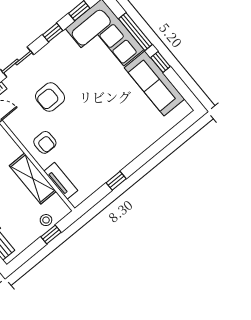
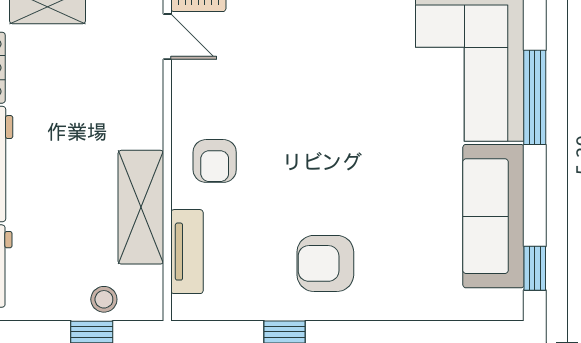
window: (160, 62) -> (535, 268), moved
armchair: (50, 97) -> (325, 263), moved

